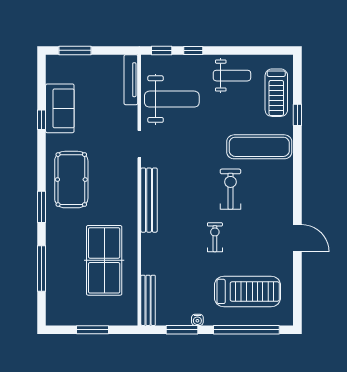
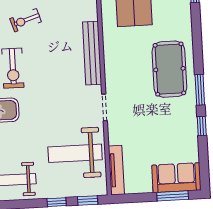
sofa: (60, 108) -> (176, 178), moved, turned 90
window: (41, 207) -> (200, 90), moved
exercise bike: (215, 237) -> (26, 20), turned 72

